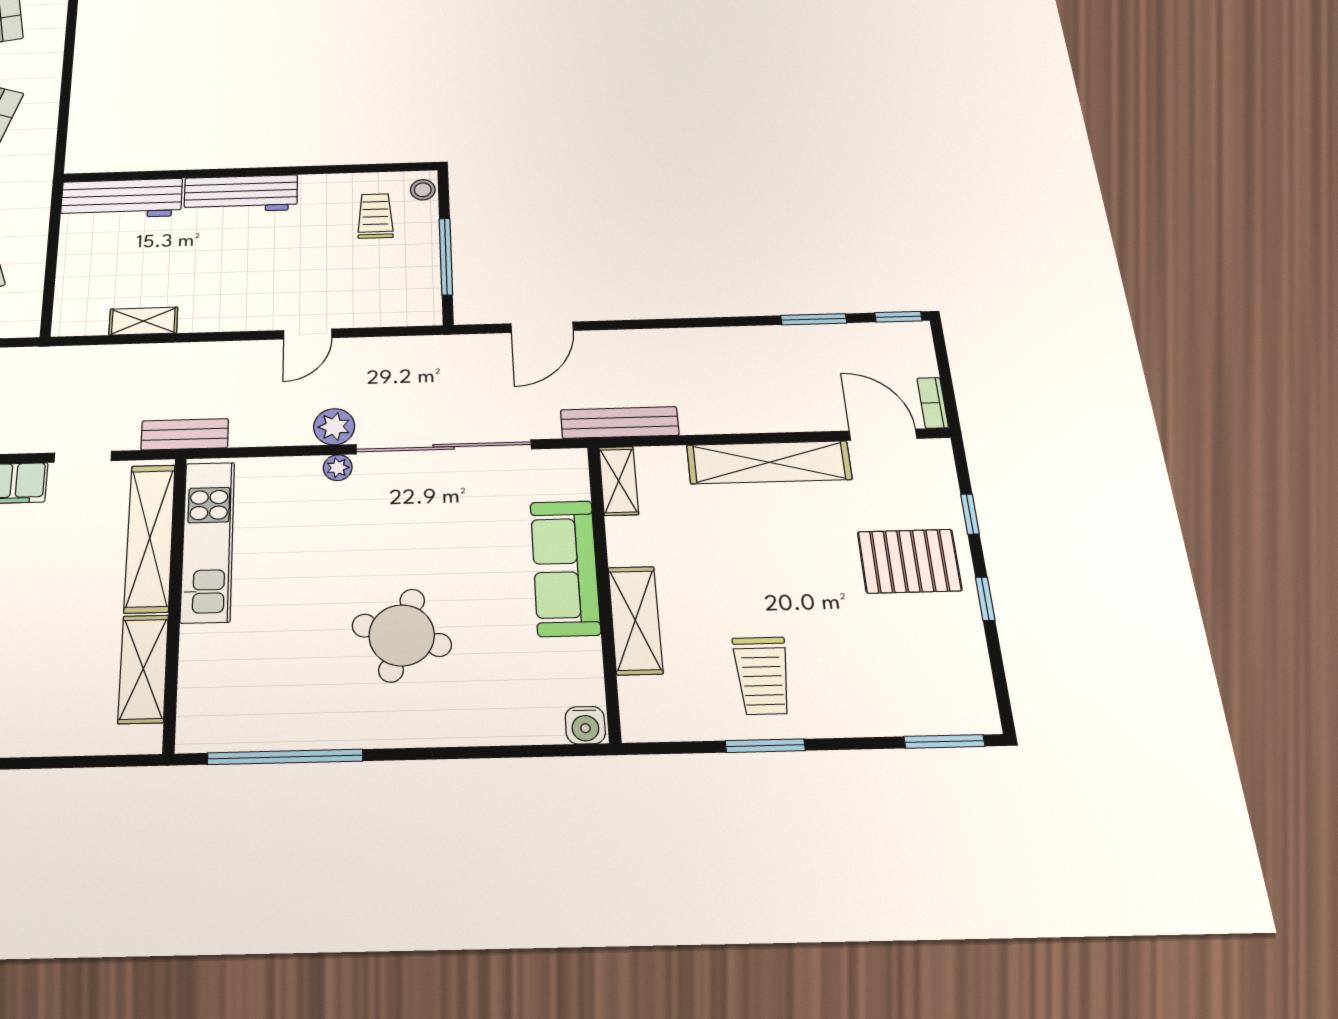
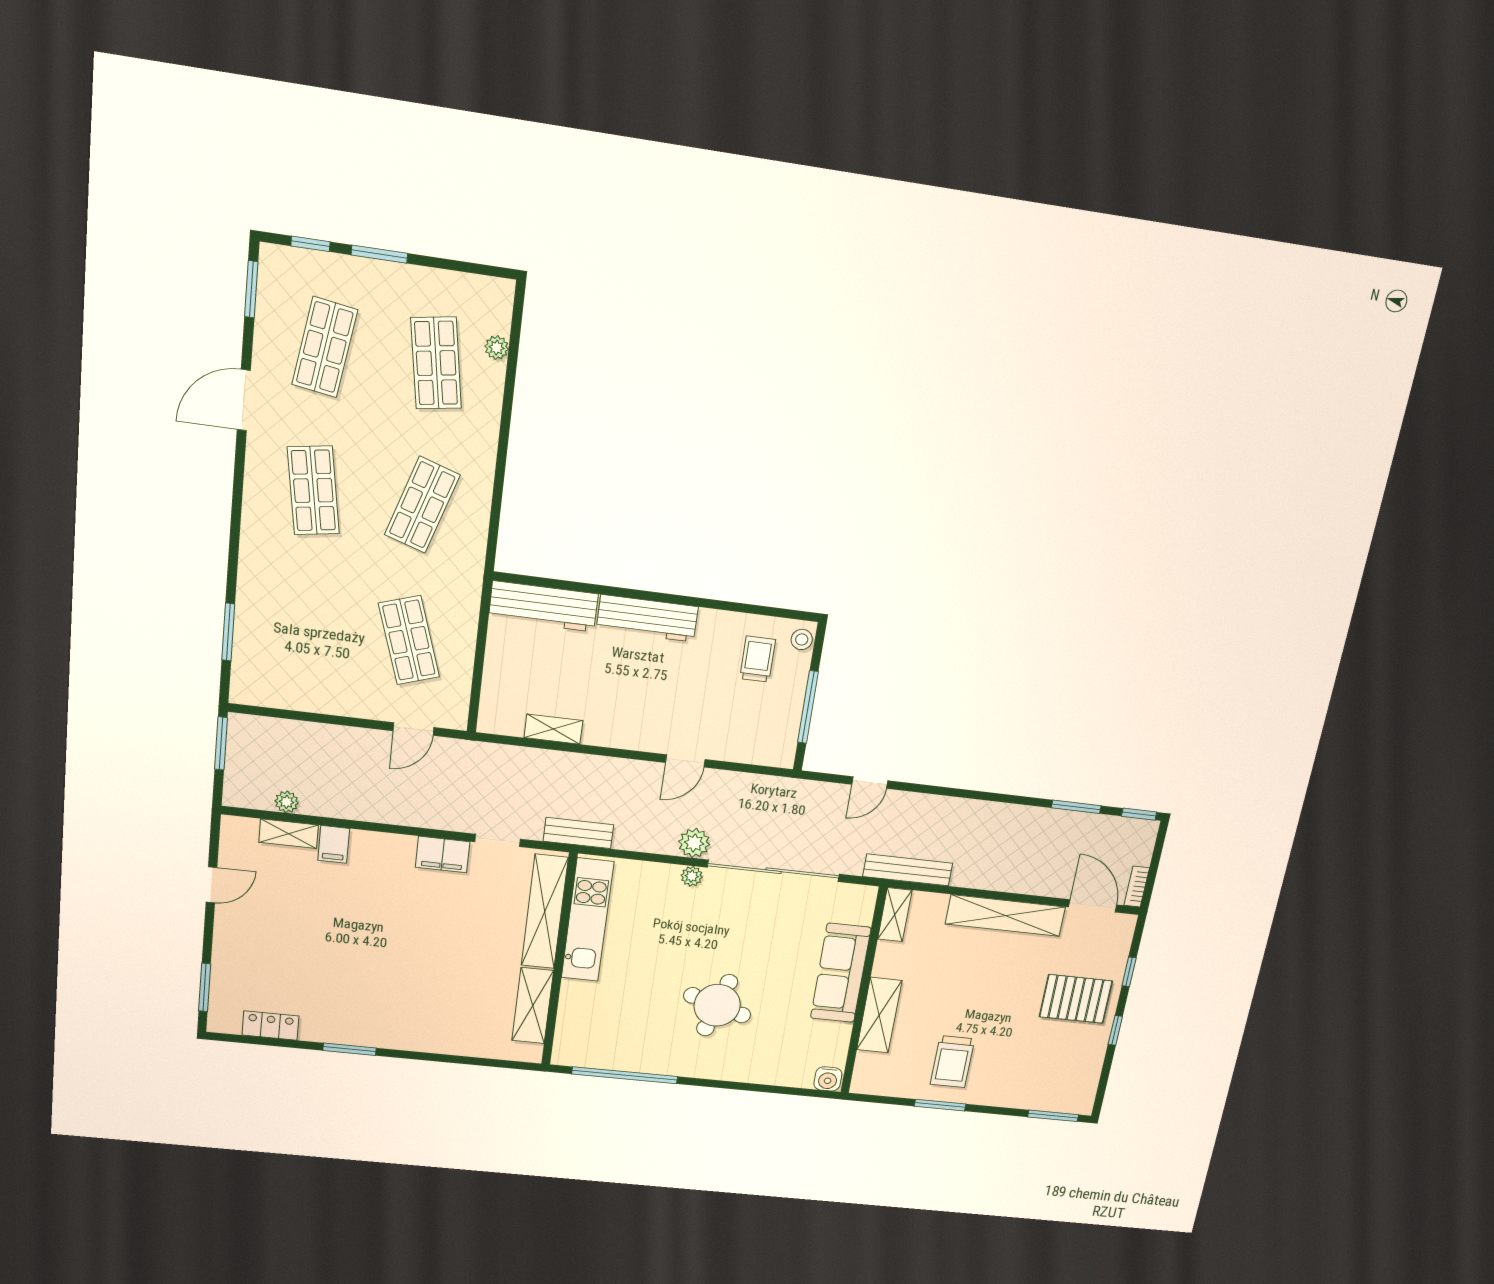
door: (542, 327) -> (870, 783), width x0.73

